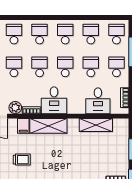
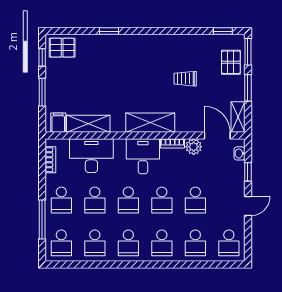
desk: (98, 101) -> (91, 156), width x1.37
filing cabinet: (23, 126) -> (58, 123), moved

